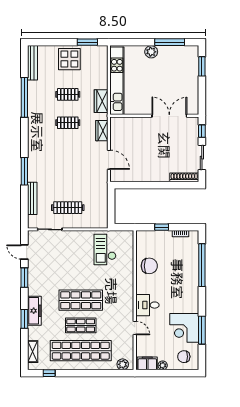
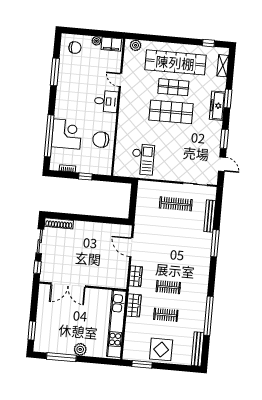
corner desk: (184, 328) -> (67, 134), moved

